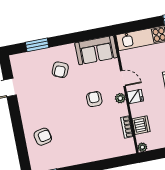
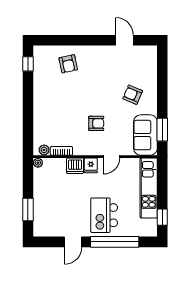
window: (37, 45) -> (162, 130), moved
plant: (120, 98) -> (44, 150), moved
dishwasher: (141, 125) -> (75, 166), moved

